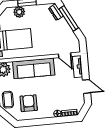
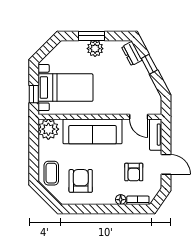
plant: (19, 12) -> (95, 49), moved
window: (69, 18) -> (149, 64), width x0.46
armchair: (65, 94) -> (134, 172), added

